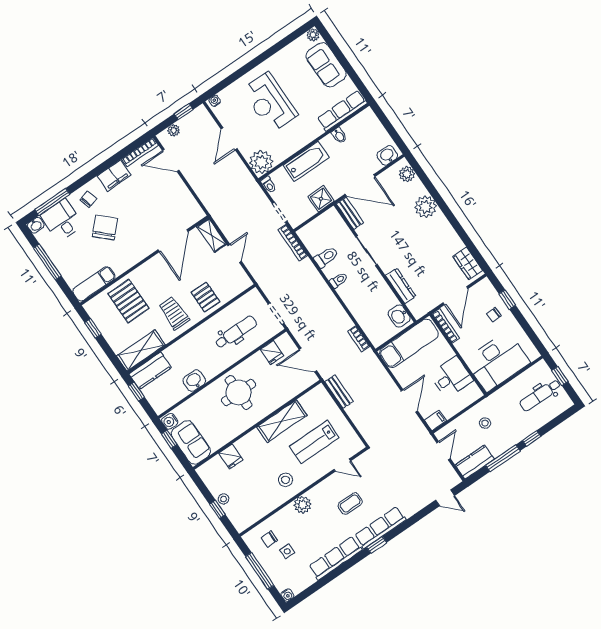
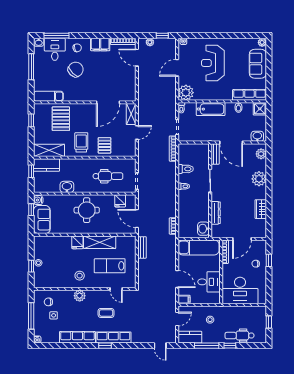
shower: (321, 199) -> (260, 109), moved
wardrobe: (468, 263) -> (261, 209), moved
dental chair: (540, 395) -> (240, 336), moved
door: (409, 401) -> (177, 279), hinge flipped
fridge: (231, 456) -> (77, 242), moved

